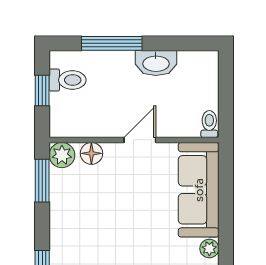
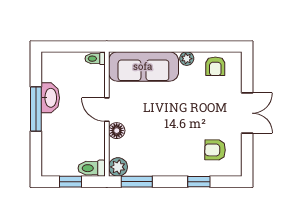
window: (112, 43) -> (36, 109), moved
toilet: (68, 80) -> (92, 168), moved, turned -90
floor lamp: (91, 153) -> (117, 131), moved

